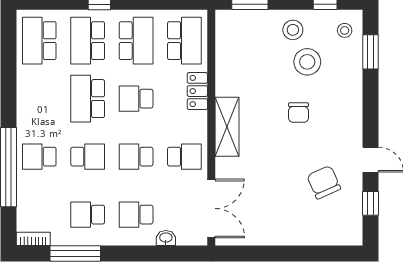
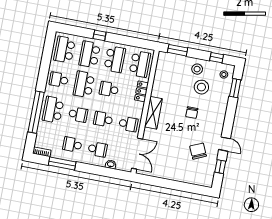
school desk: (39, 99) -> (59, 80), added
school desk: (39, 157) -> (53, 110), width x1.85
school desk: (136, 215) -> (98, 149), turned 180

